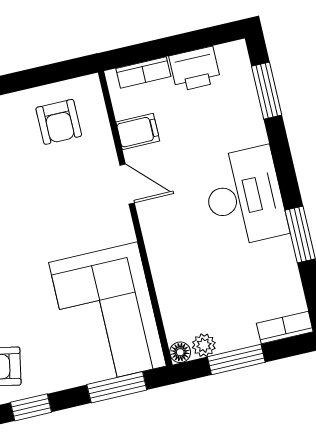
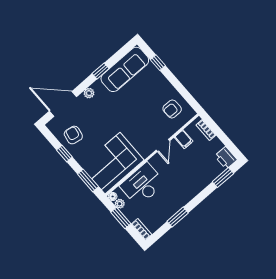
printer: (195, 69) -> (226, 158), moved
desk: (244, 197) -> (142, 185), moved, turned 180

